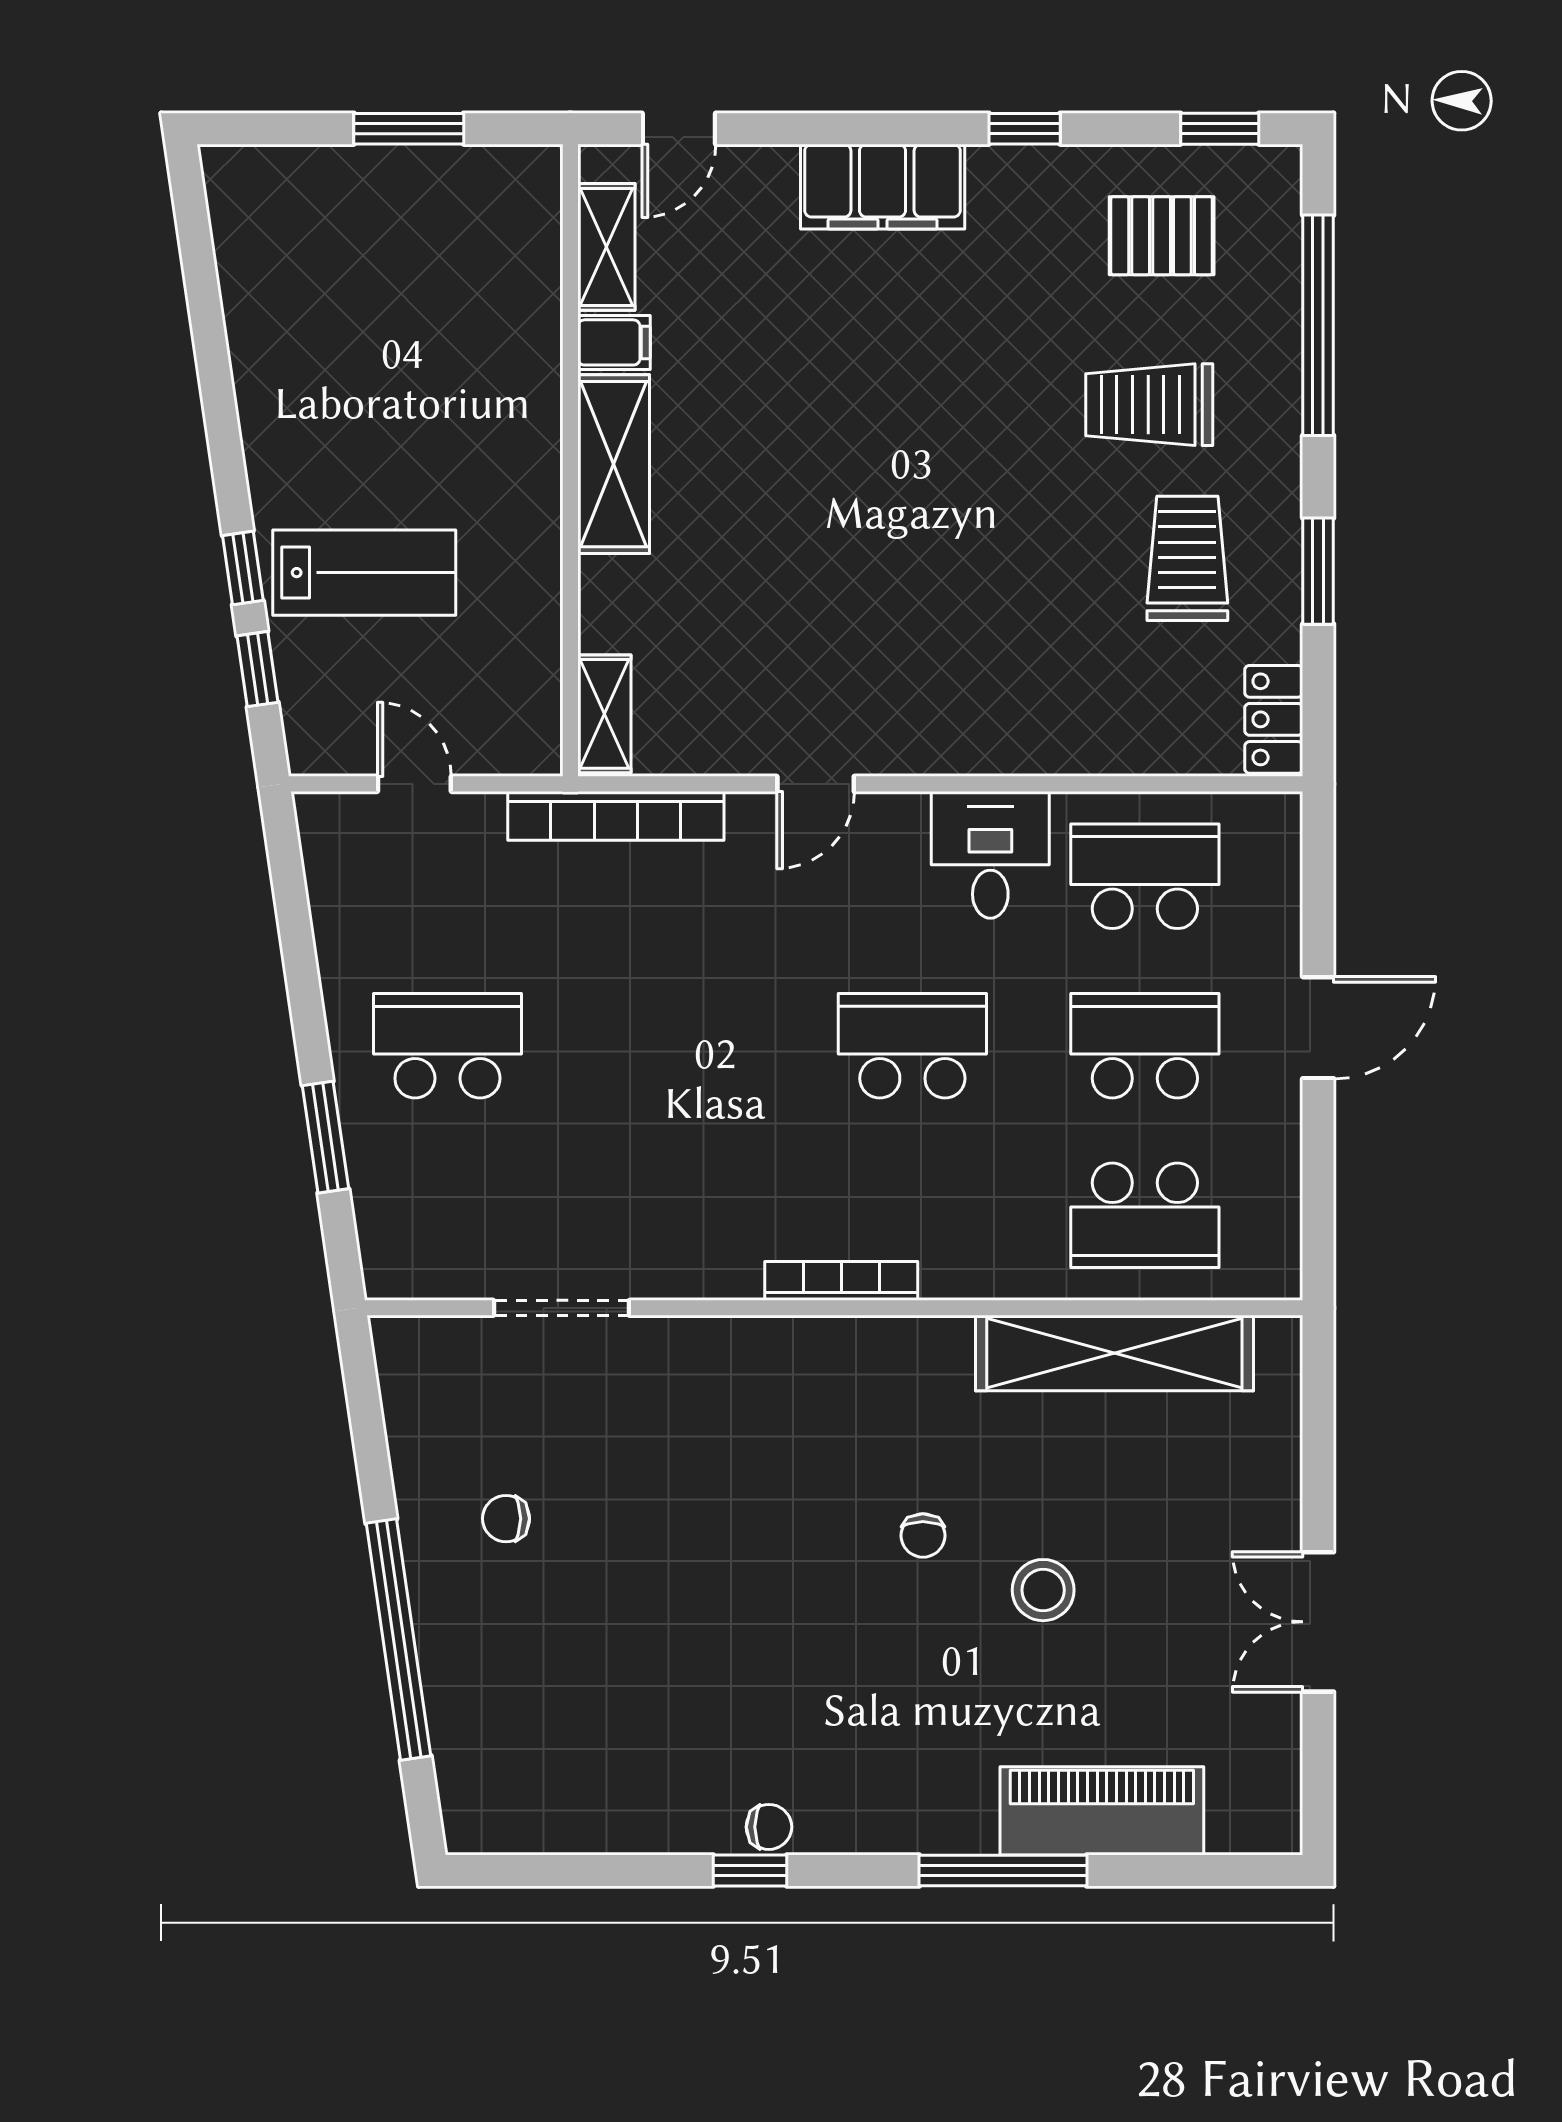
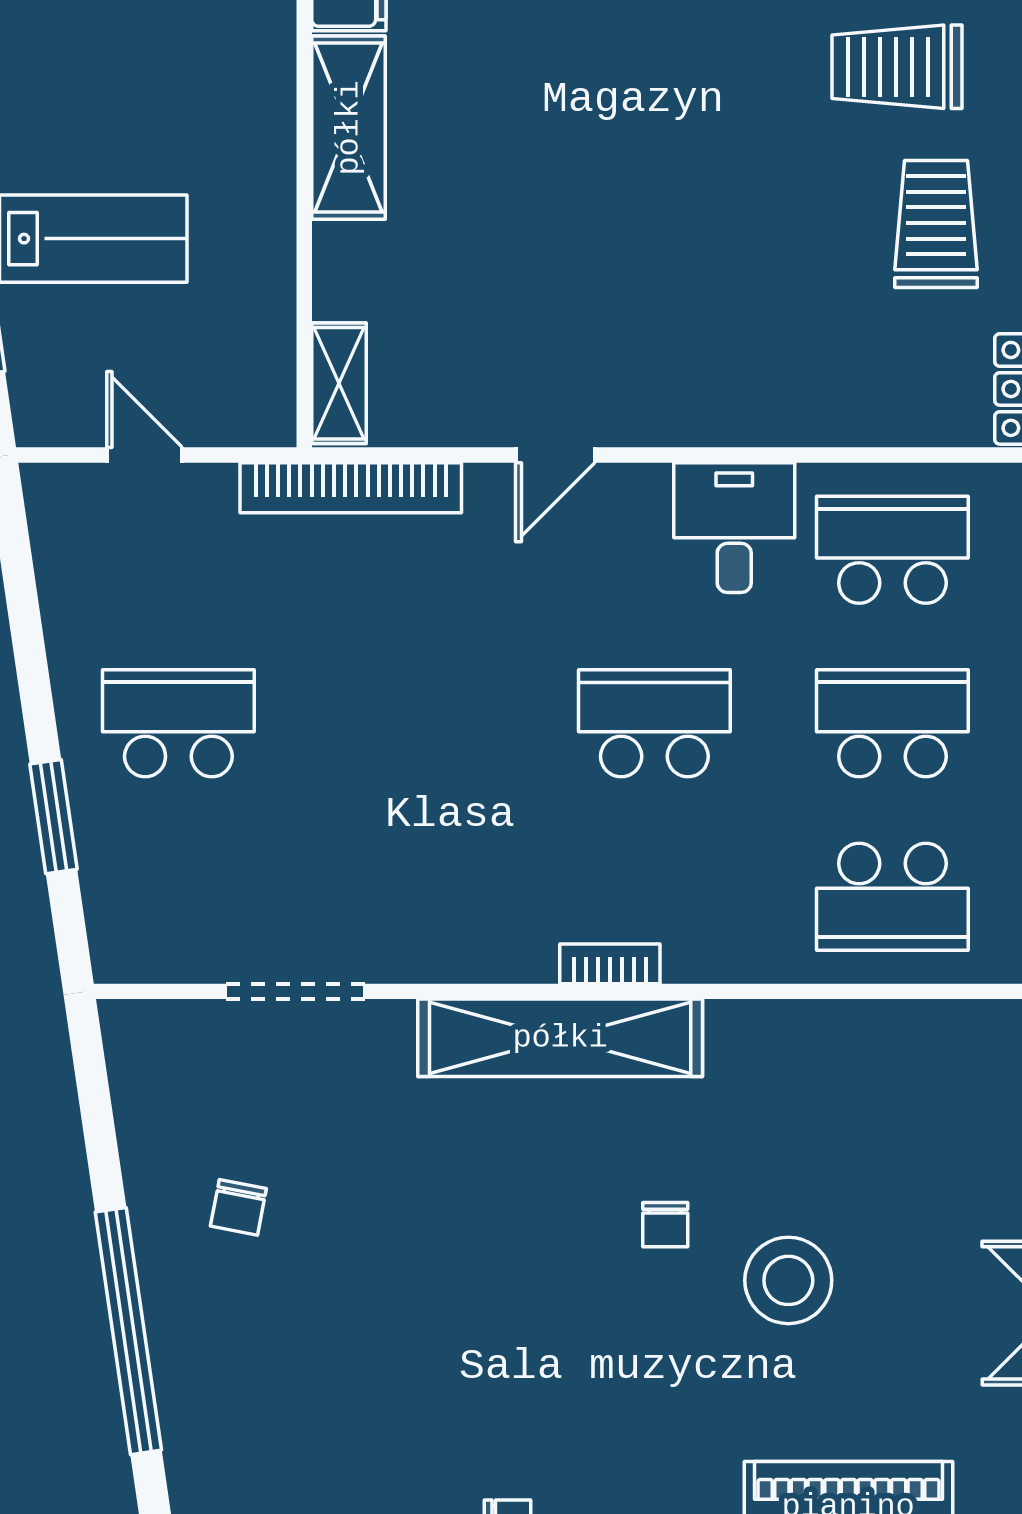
bookcase: (841, 1281) -> (610, 964), width x0.64
shelving: (1114, 1353) -> (560, 1038), moved
chair: (506, 1519) -> (238, 1207), turned -79
stool: (1043, 1590) -> (788, 1280), width x1.38, depth x1.38

